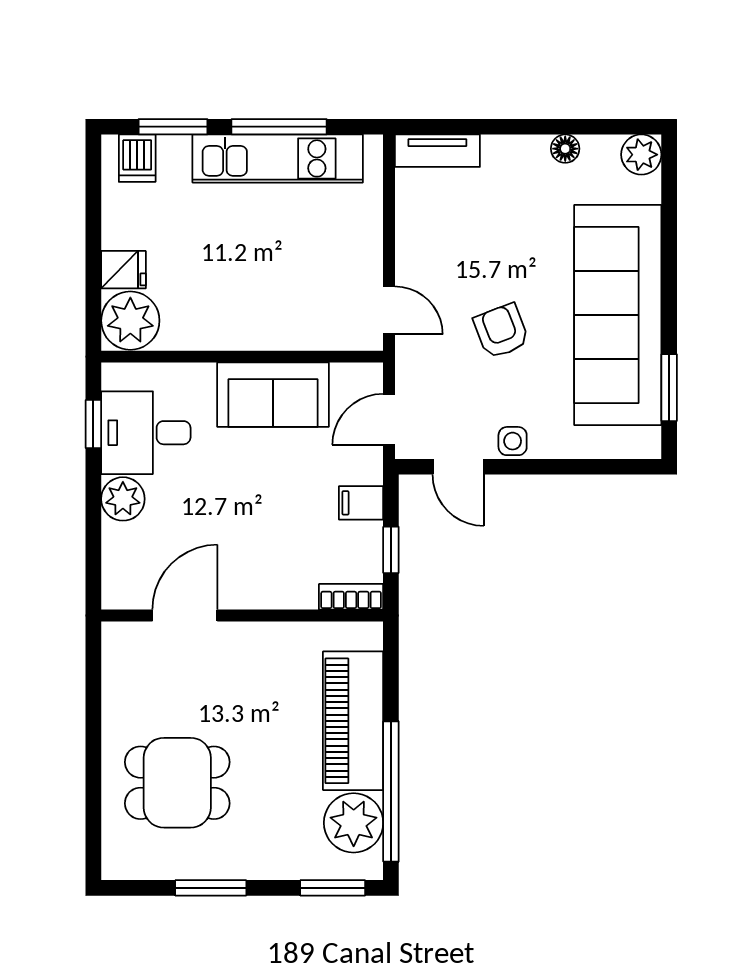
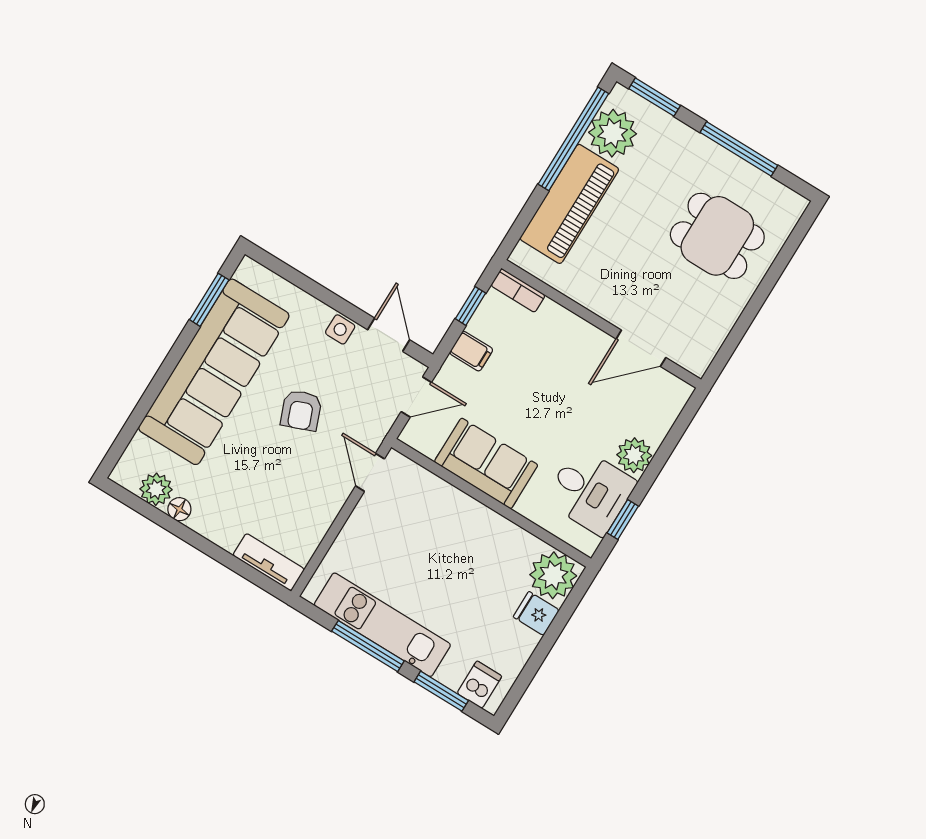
plant: (641, 155) -> (156, 489), moved
window: (211, 888) -> (739, 149), width x1.44

